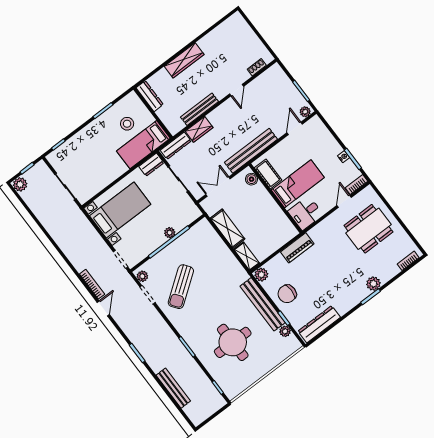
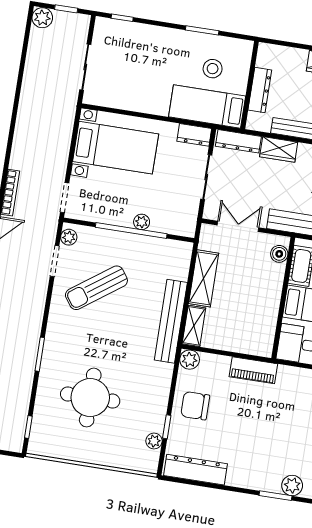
dresser: (150, 96) -> (260, 90), moved
bench: (263, 304) -> (171, 321), moved

